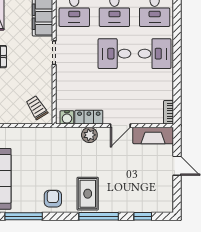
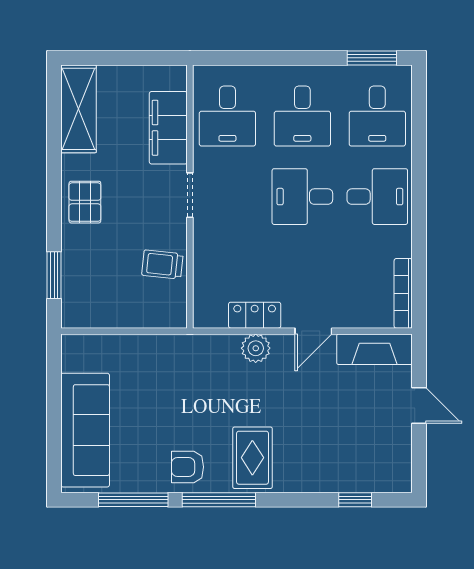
trolley: (37, 108) -> (162, 264), moved, turned -52
bookcase: (168, 112) -> (403, 293), width x1.56
water cooler: (67, 117) -> (214, 316), removed
armchair: (53, 199) -> (188, 467), turned -90
window: (99, 216) -> (219, 500), moved

